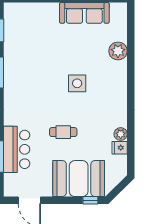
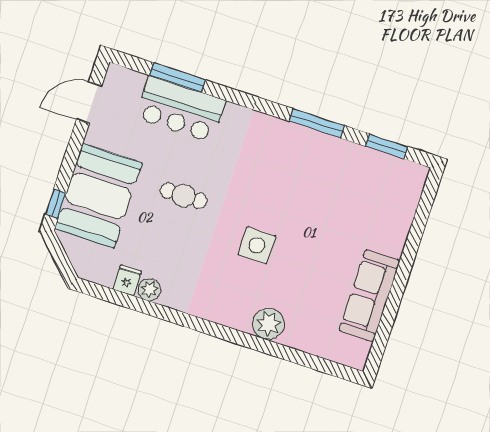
plant: (118, 51) -> (268, 324), moved
cafe table: (63, 132) -> (184, 196), turned 90

